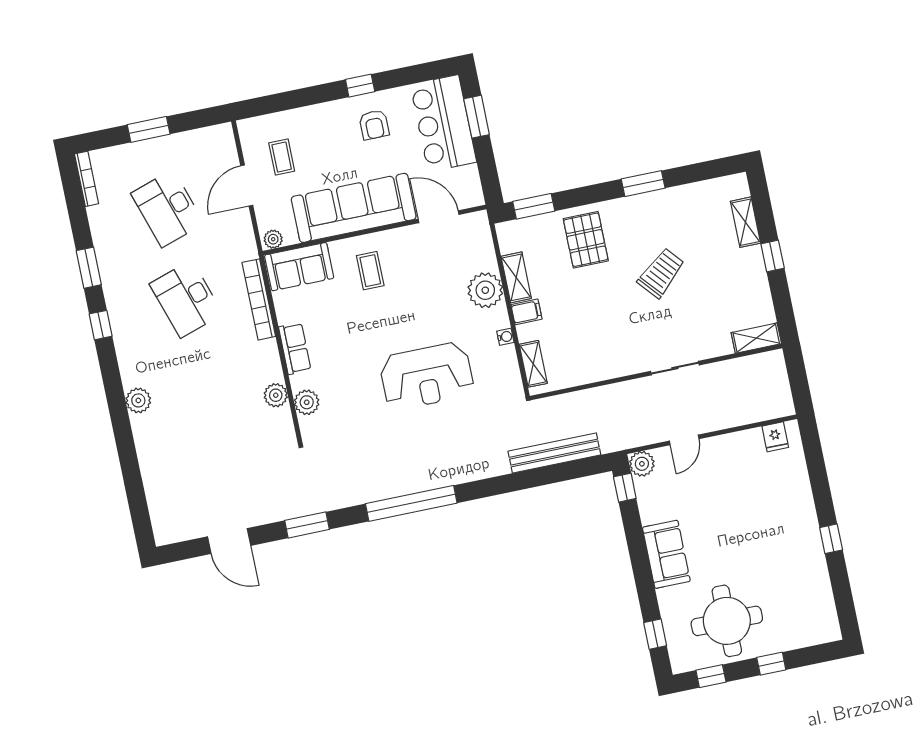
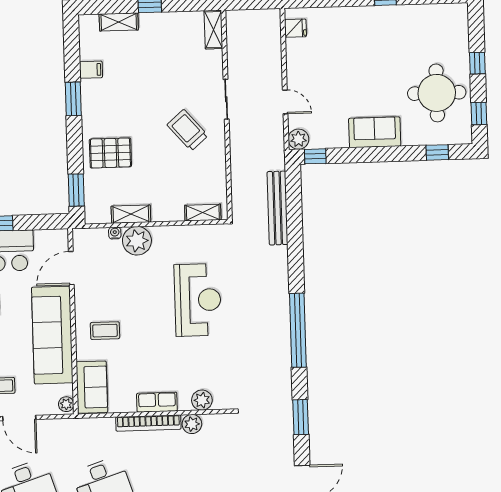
trolley: (661, 273) -> (188, 130), moved
bookcase: (259, 299) -> (148, 423), moved
filing cabinet: (526, 312) -> (91, 70), moved, turned 90
water cooler: (505, 337) -> (115, 233), moved

